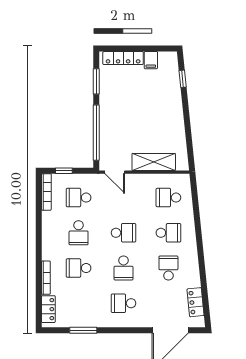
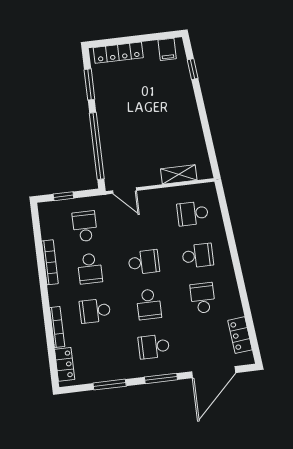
filing cabinet: (151, 60) -> (167, 49), moved
shelving: (154, 162) -> (179, 175), width x0.67, depth x0.75
bookcase: (46, 192) -> (50, 262), moved
school desk: (79, 198) -> (85, 226), turned 90
window: (126, 330) -> (161, 378), added

